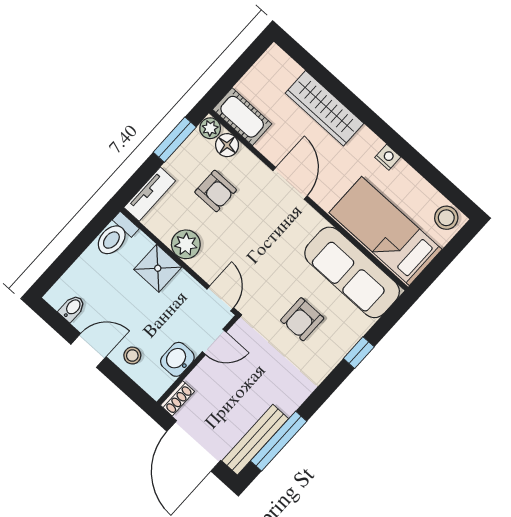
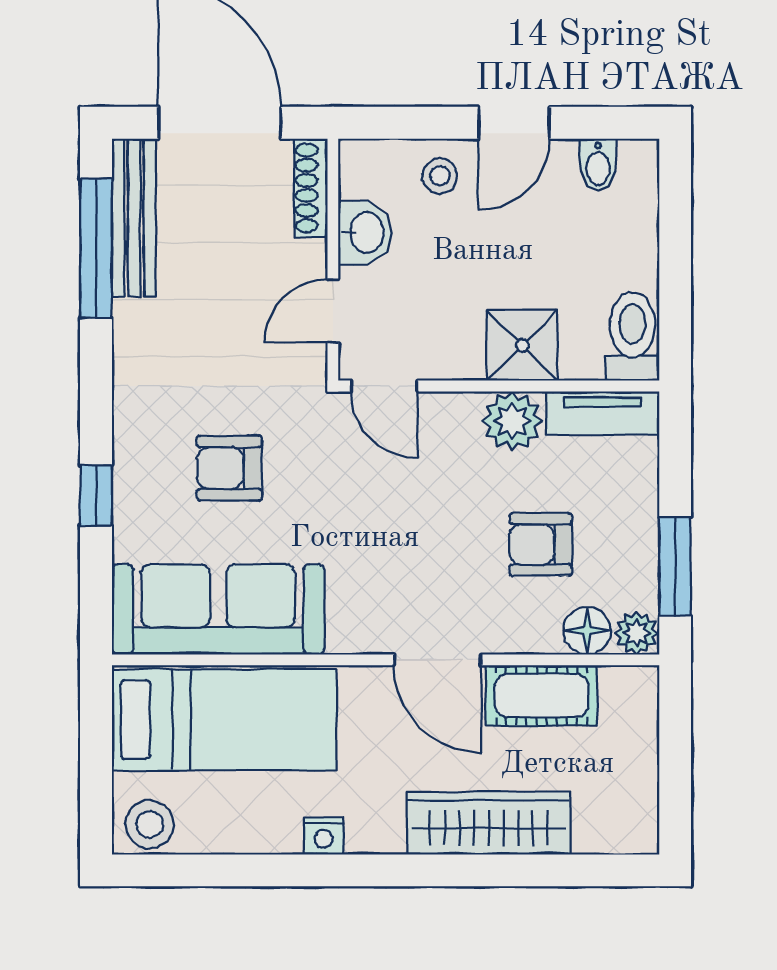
cot: (242, 117) -> (542, 695), moved
tv unit: (150, 194) -> (603, 413), moved, turned -90
armchair: (302, 319) -> (229, 468), turned -90
shoe rack: (177, 398) -> (311, 188), width x1.43

